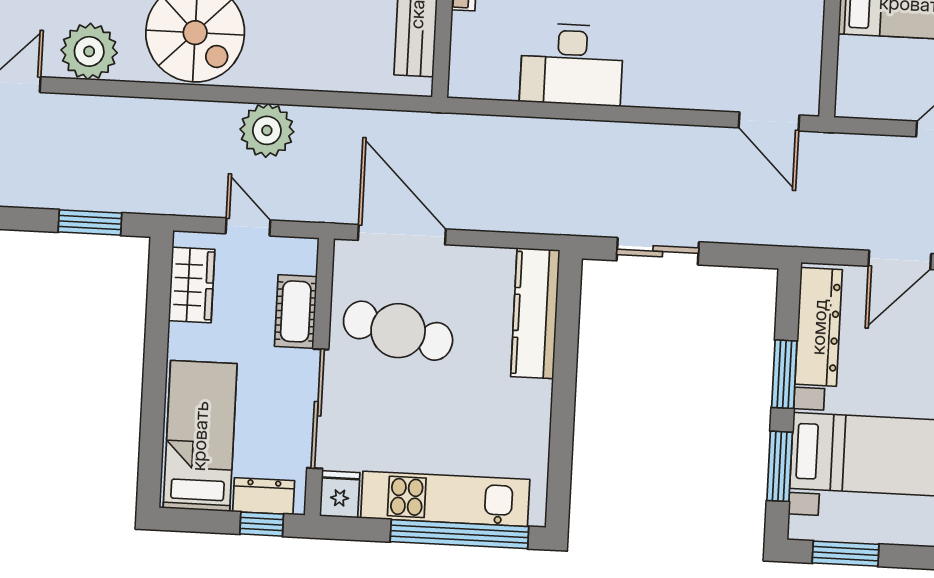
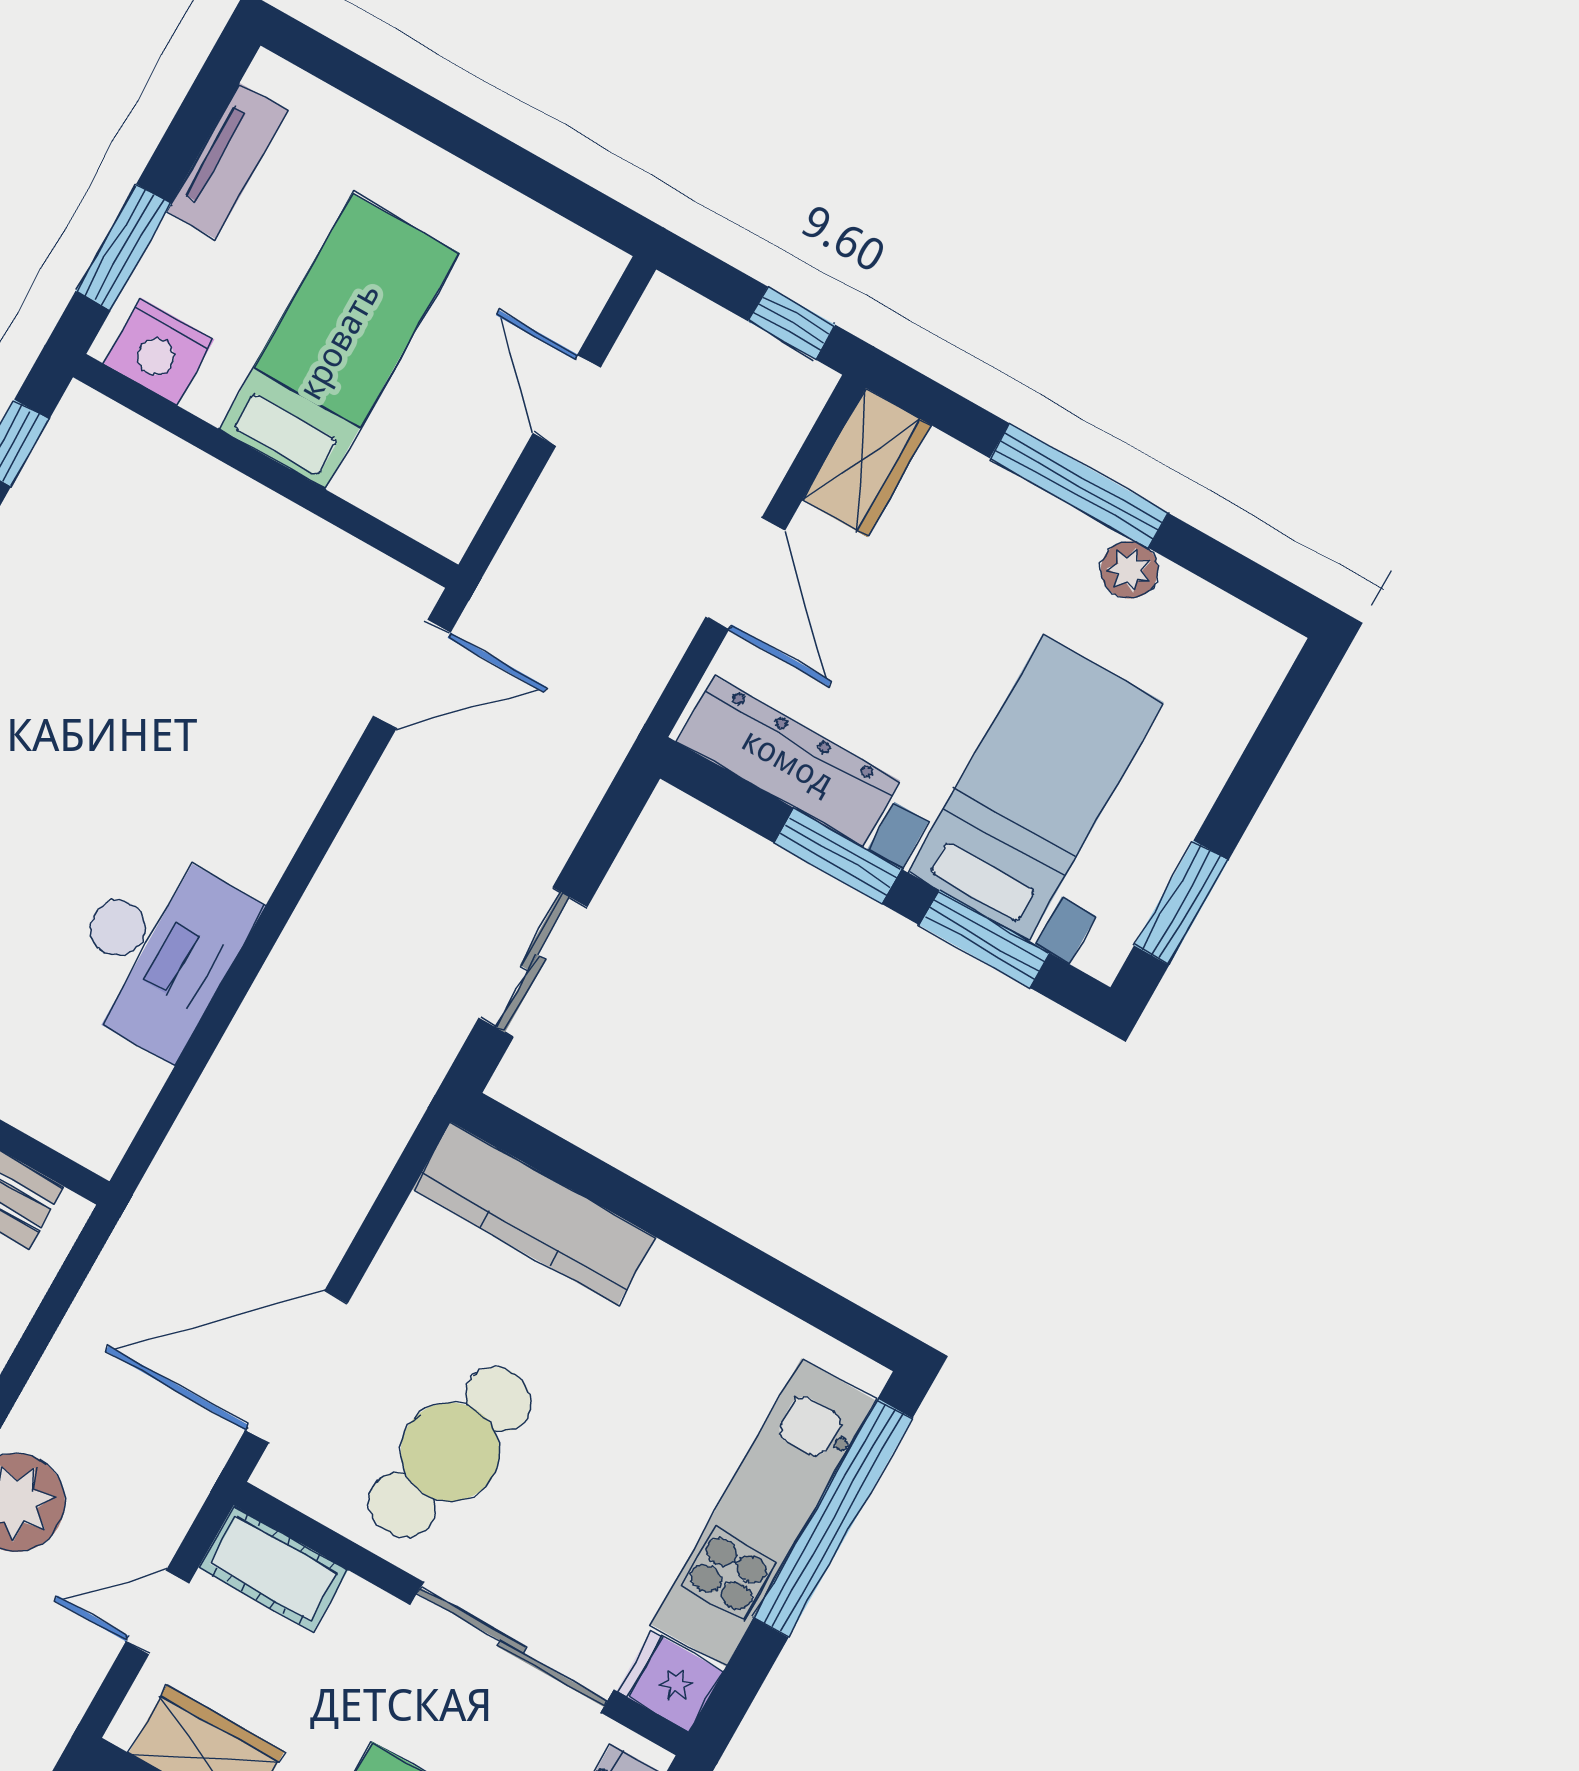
cot: (296, 311) -> (273, 1569), moved

